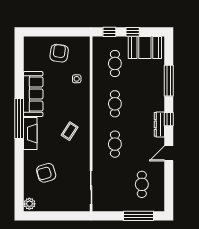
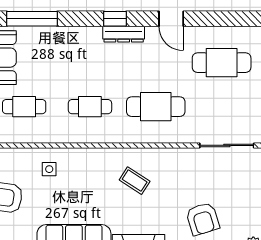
window: (169, 81) -> (32, 19), moved
cafe table: (115, 144) -> (156, 107), width x1.37, depth x1.35
cafe table: (142, 184) -> (222, 63), width x1.37, depth x1.35

